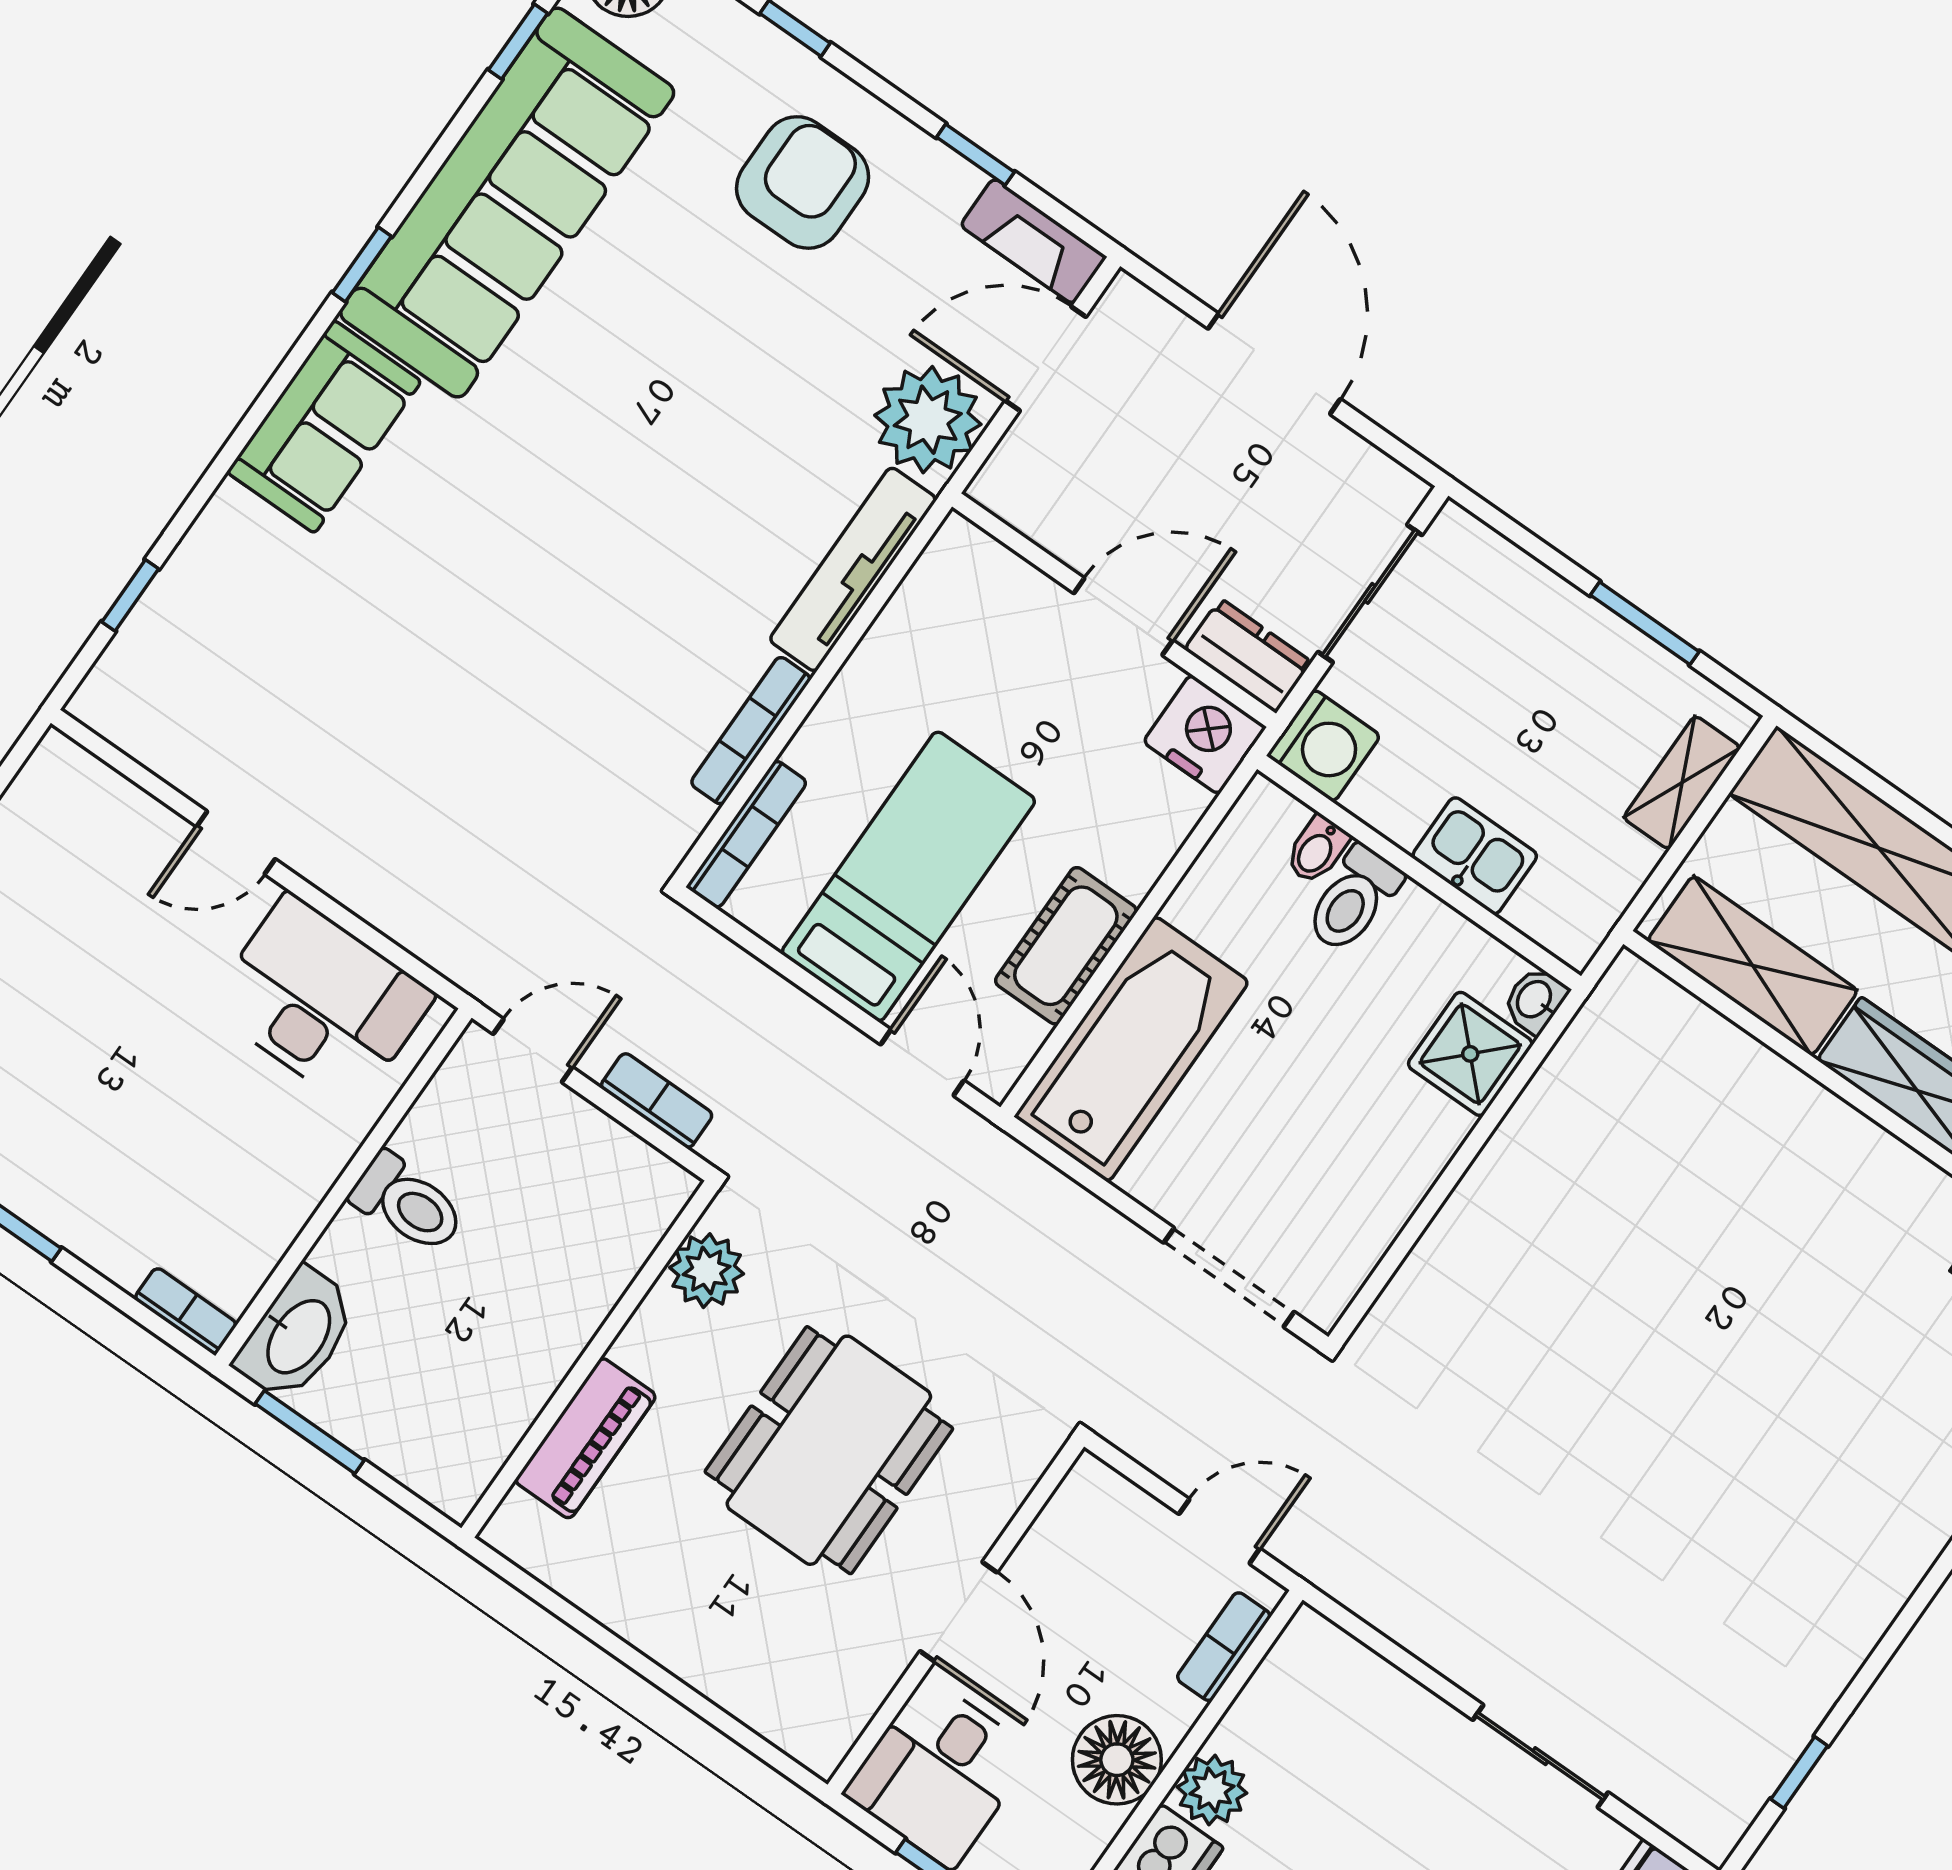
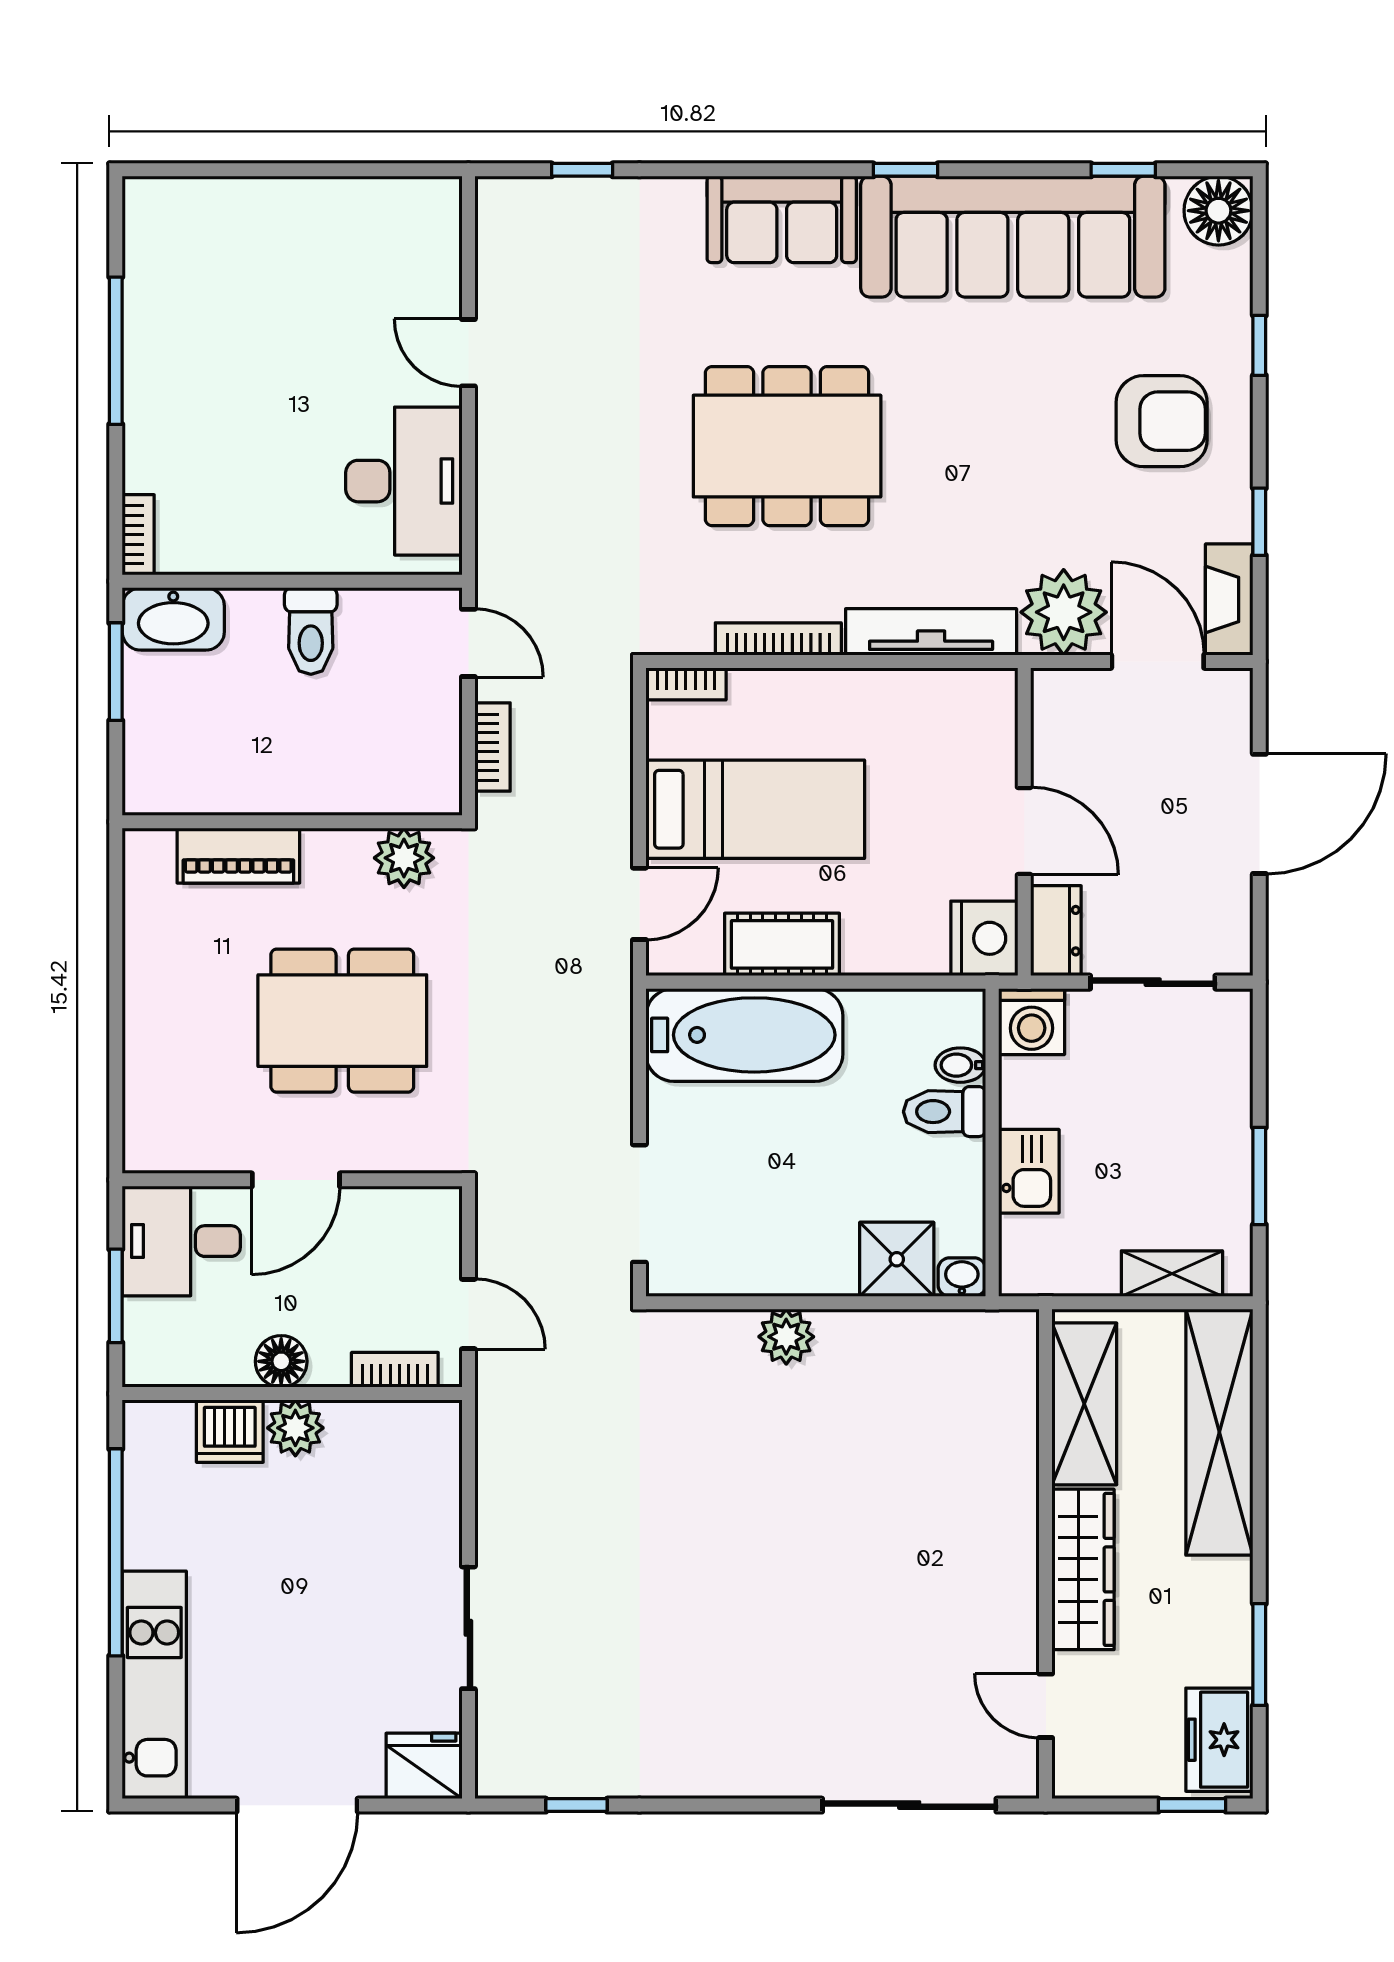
dining table: (560, 584) -> (787, 446), added
bookcase: (747, 834) -> (686, 684), width x0.64
plant: (1470, 1222) -> (786, 1337), added
floor lamp: (1117, 1760) -> (281, 1361), width x0.73, depth x0.73

